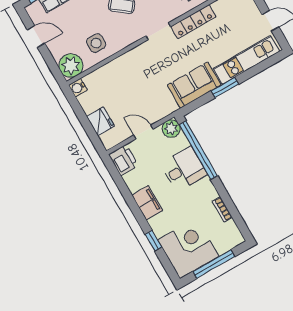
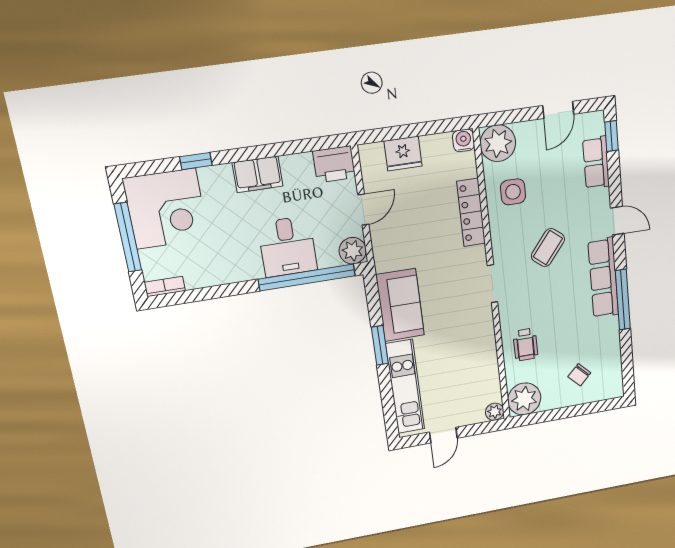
locker: (193, 22) -> (471, 213), moved
bookcase: (222, 209) -> (165, 286), moved

